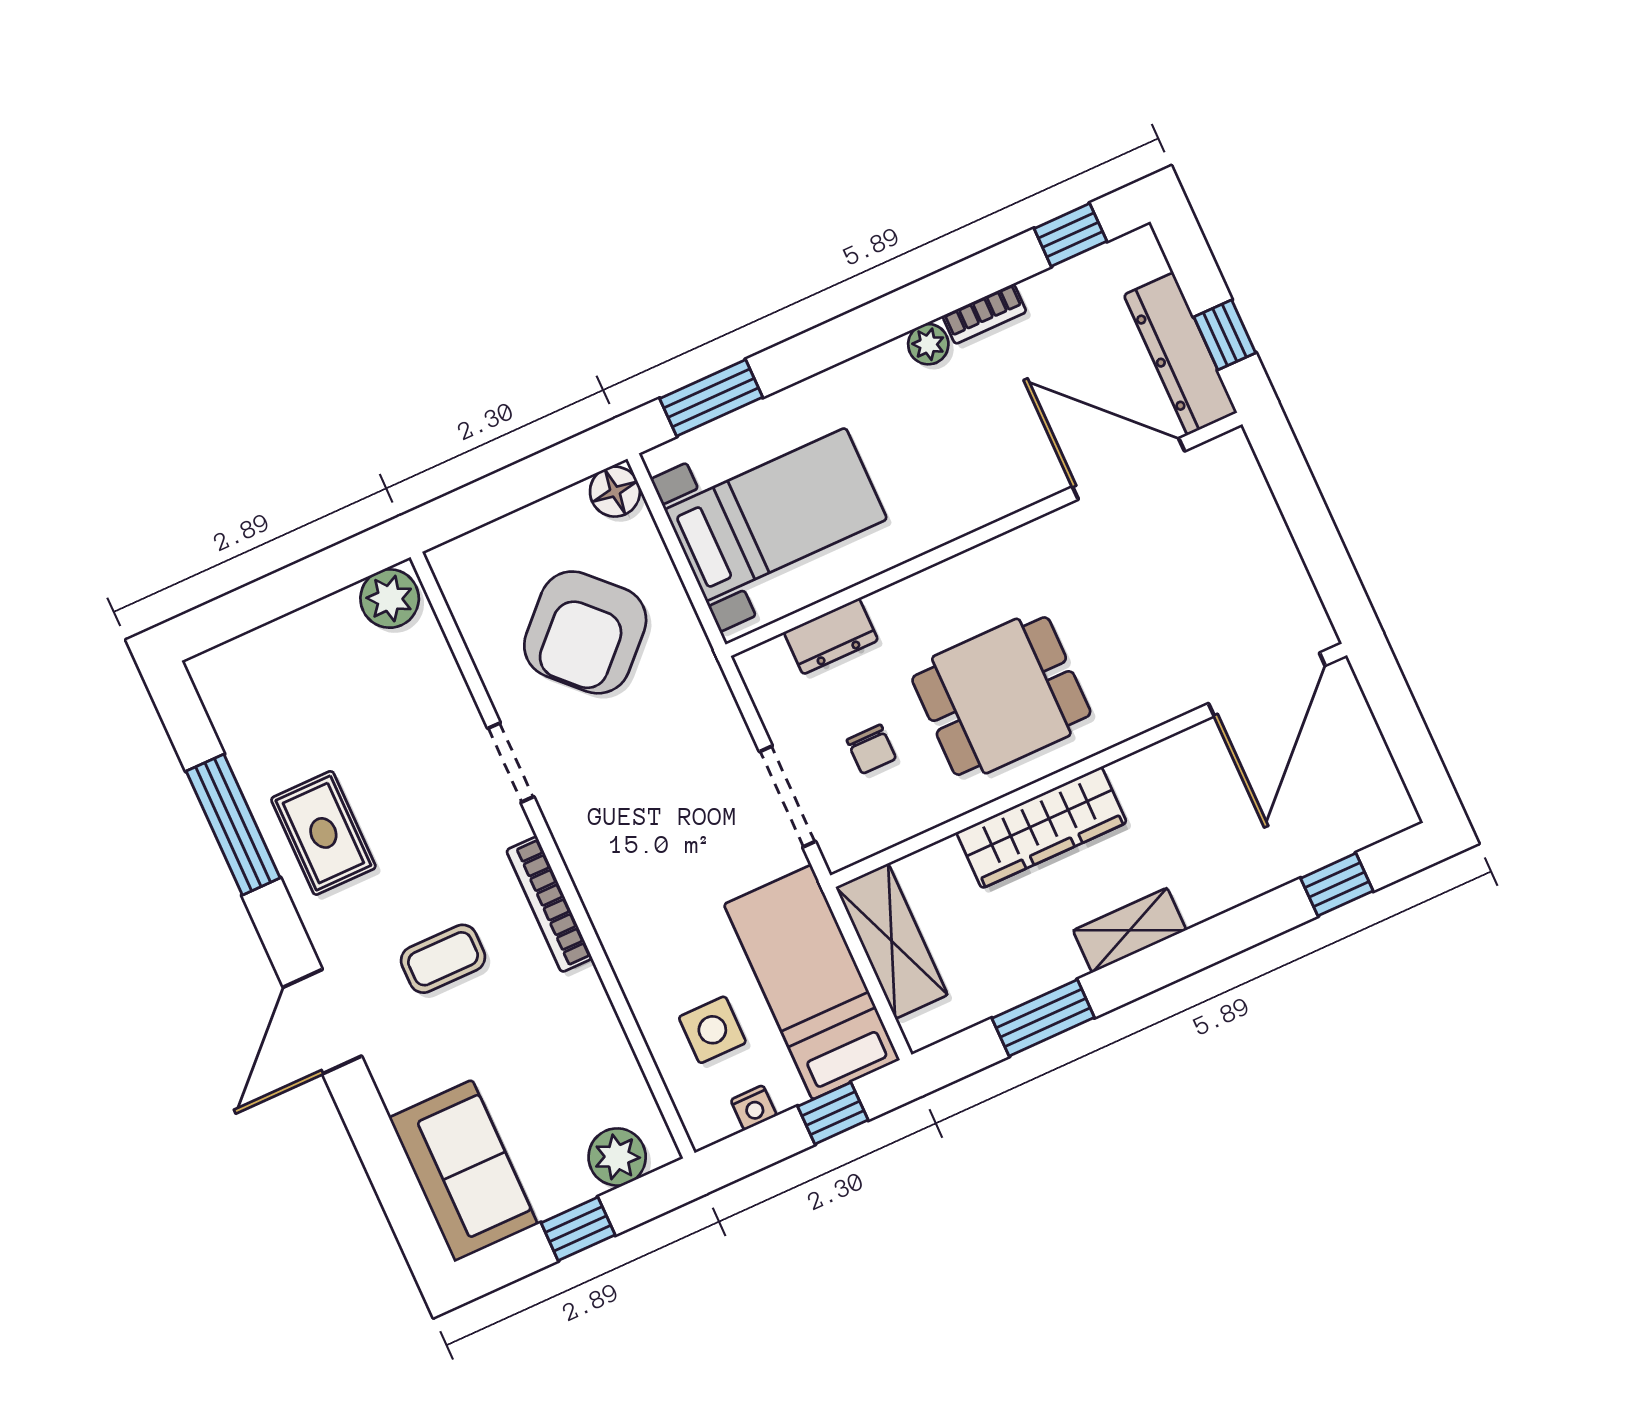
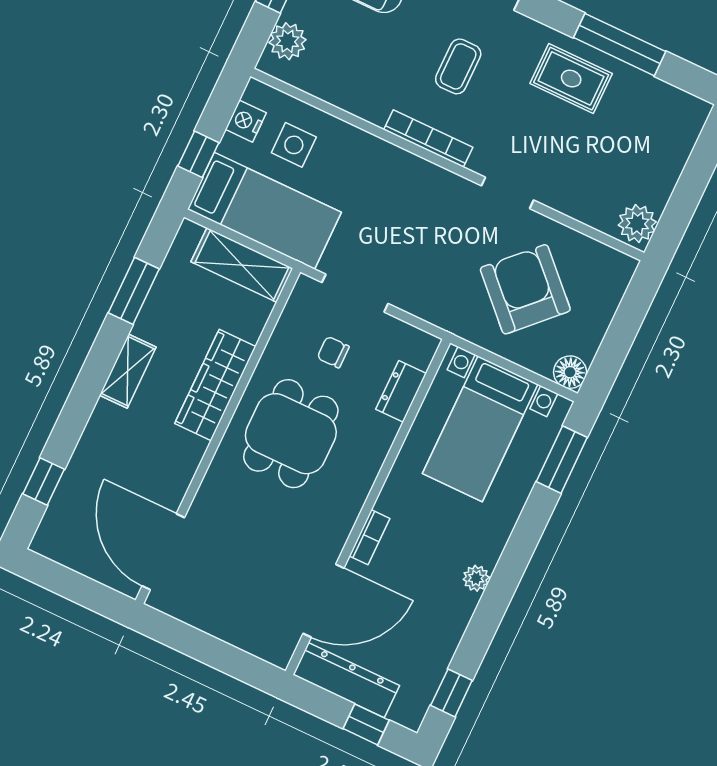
bookcase: (984, 314) -> (369, 537), moved, turned 180
window: (1225, 335) -> (366, 724), moved
nightstand: (754, 1108) -> (246, 121), width x1.39, depth x1.35

